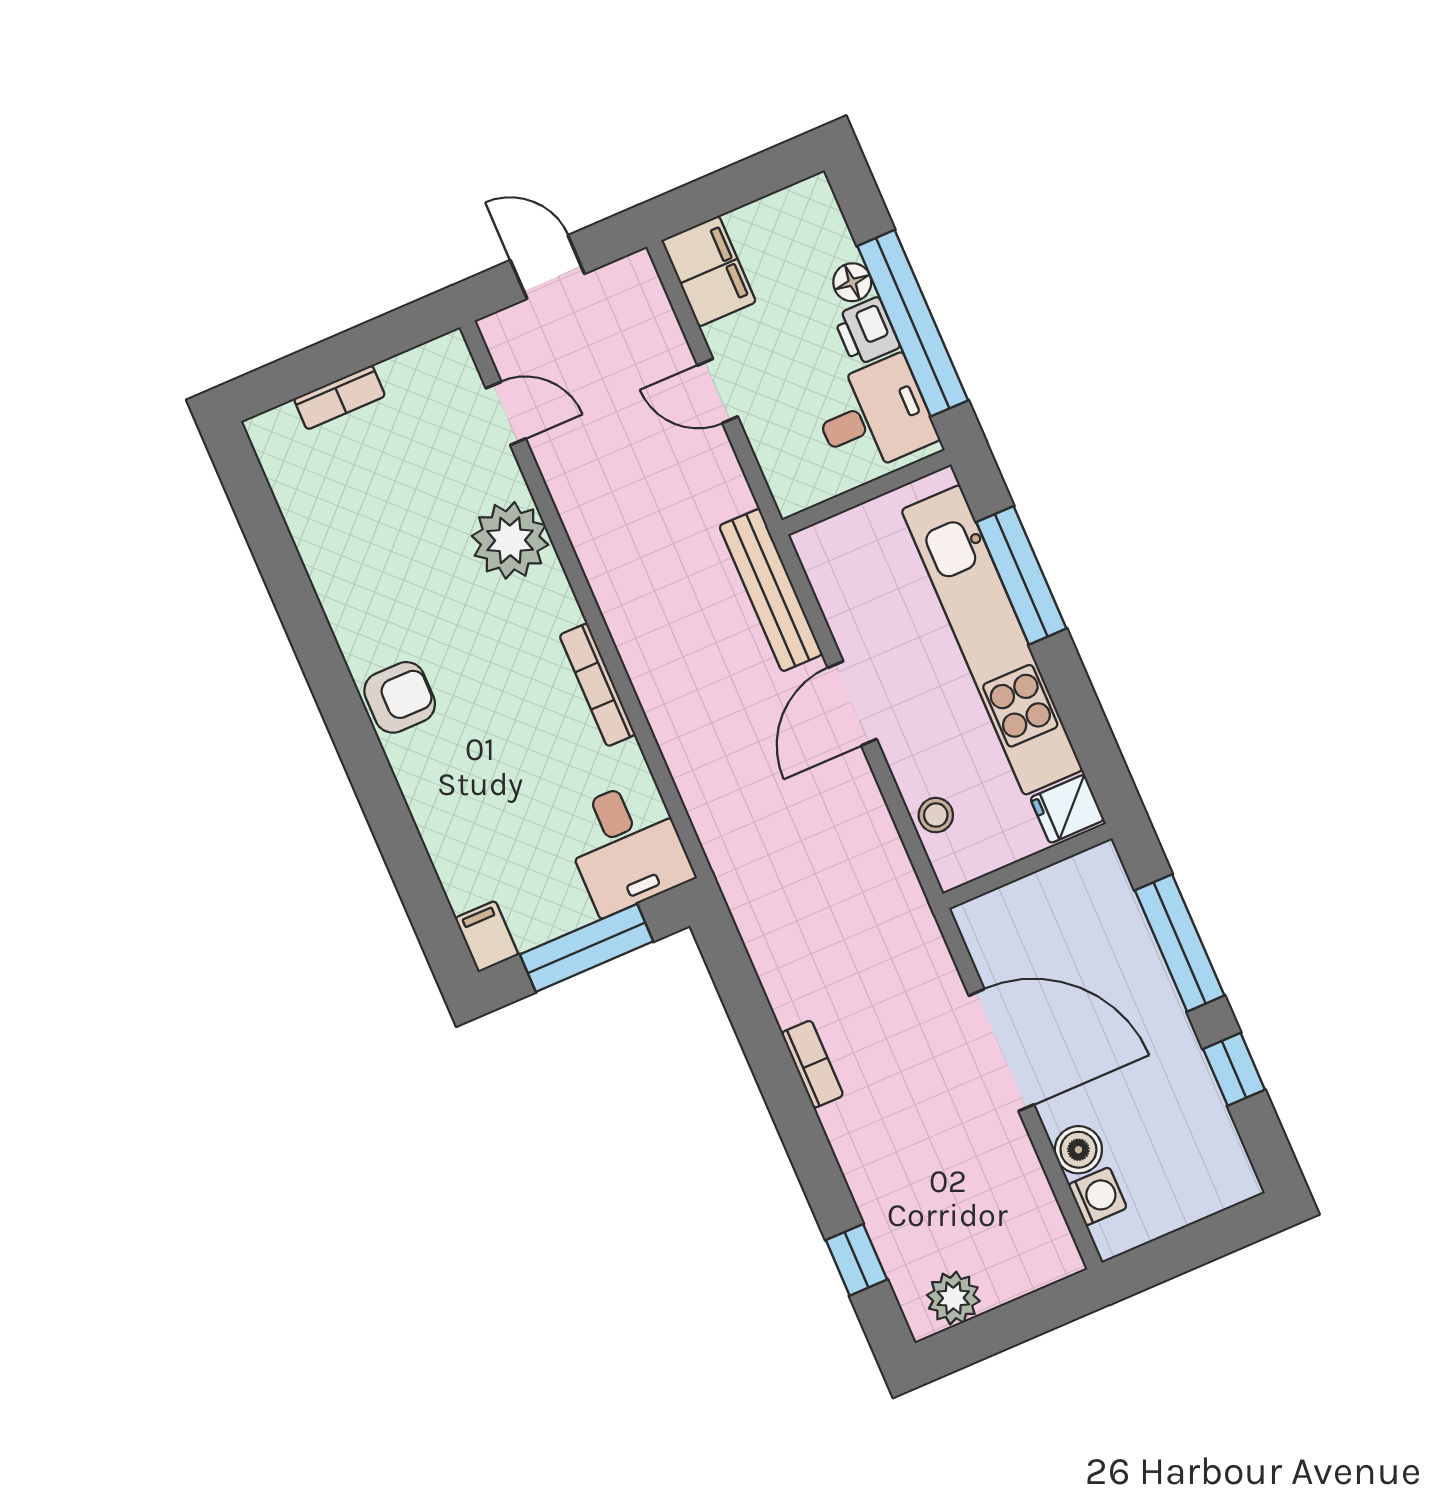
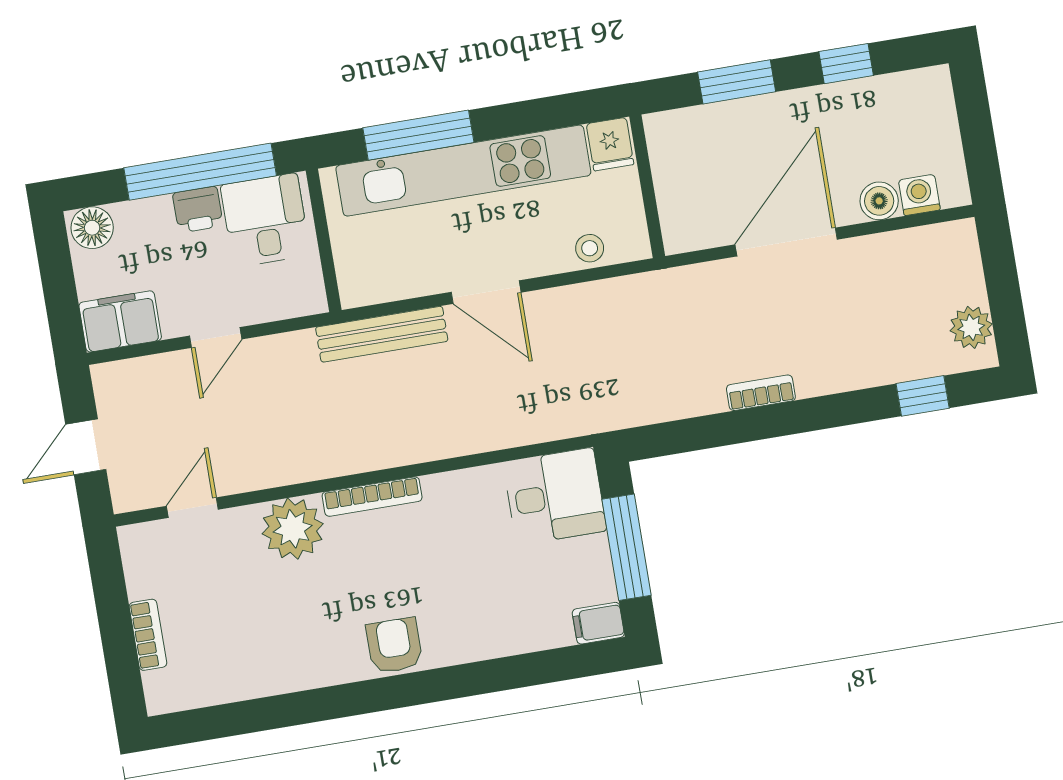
floor lamp: (852, 282) -> (92, 228), moved, width x1.37, depth x1.37
bookcase: (597, 685) -> (372, 497), moved
window: (1180, 943) -> (737, 82), width x0.69

